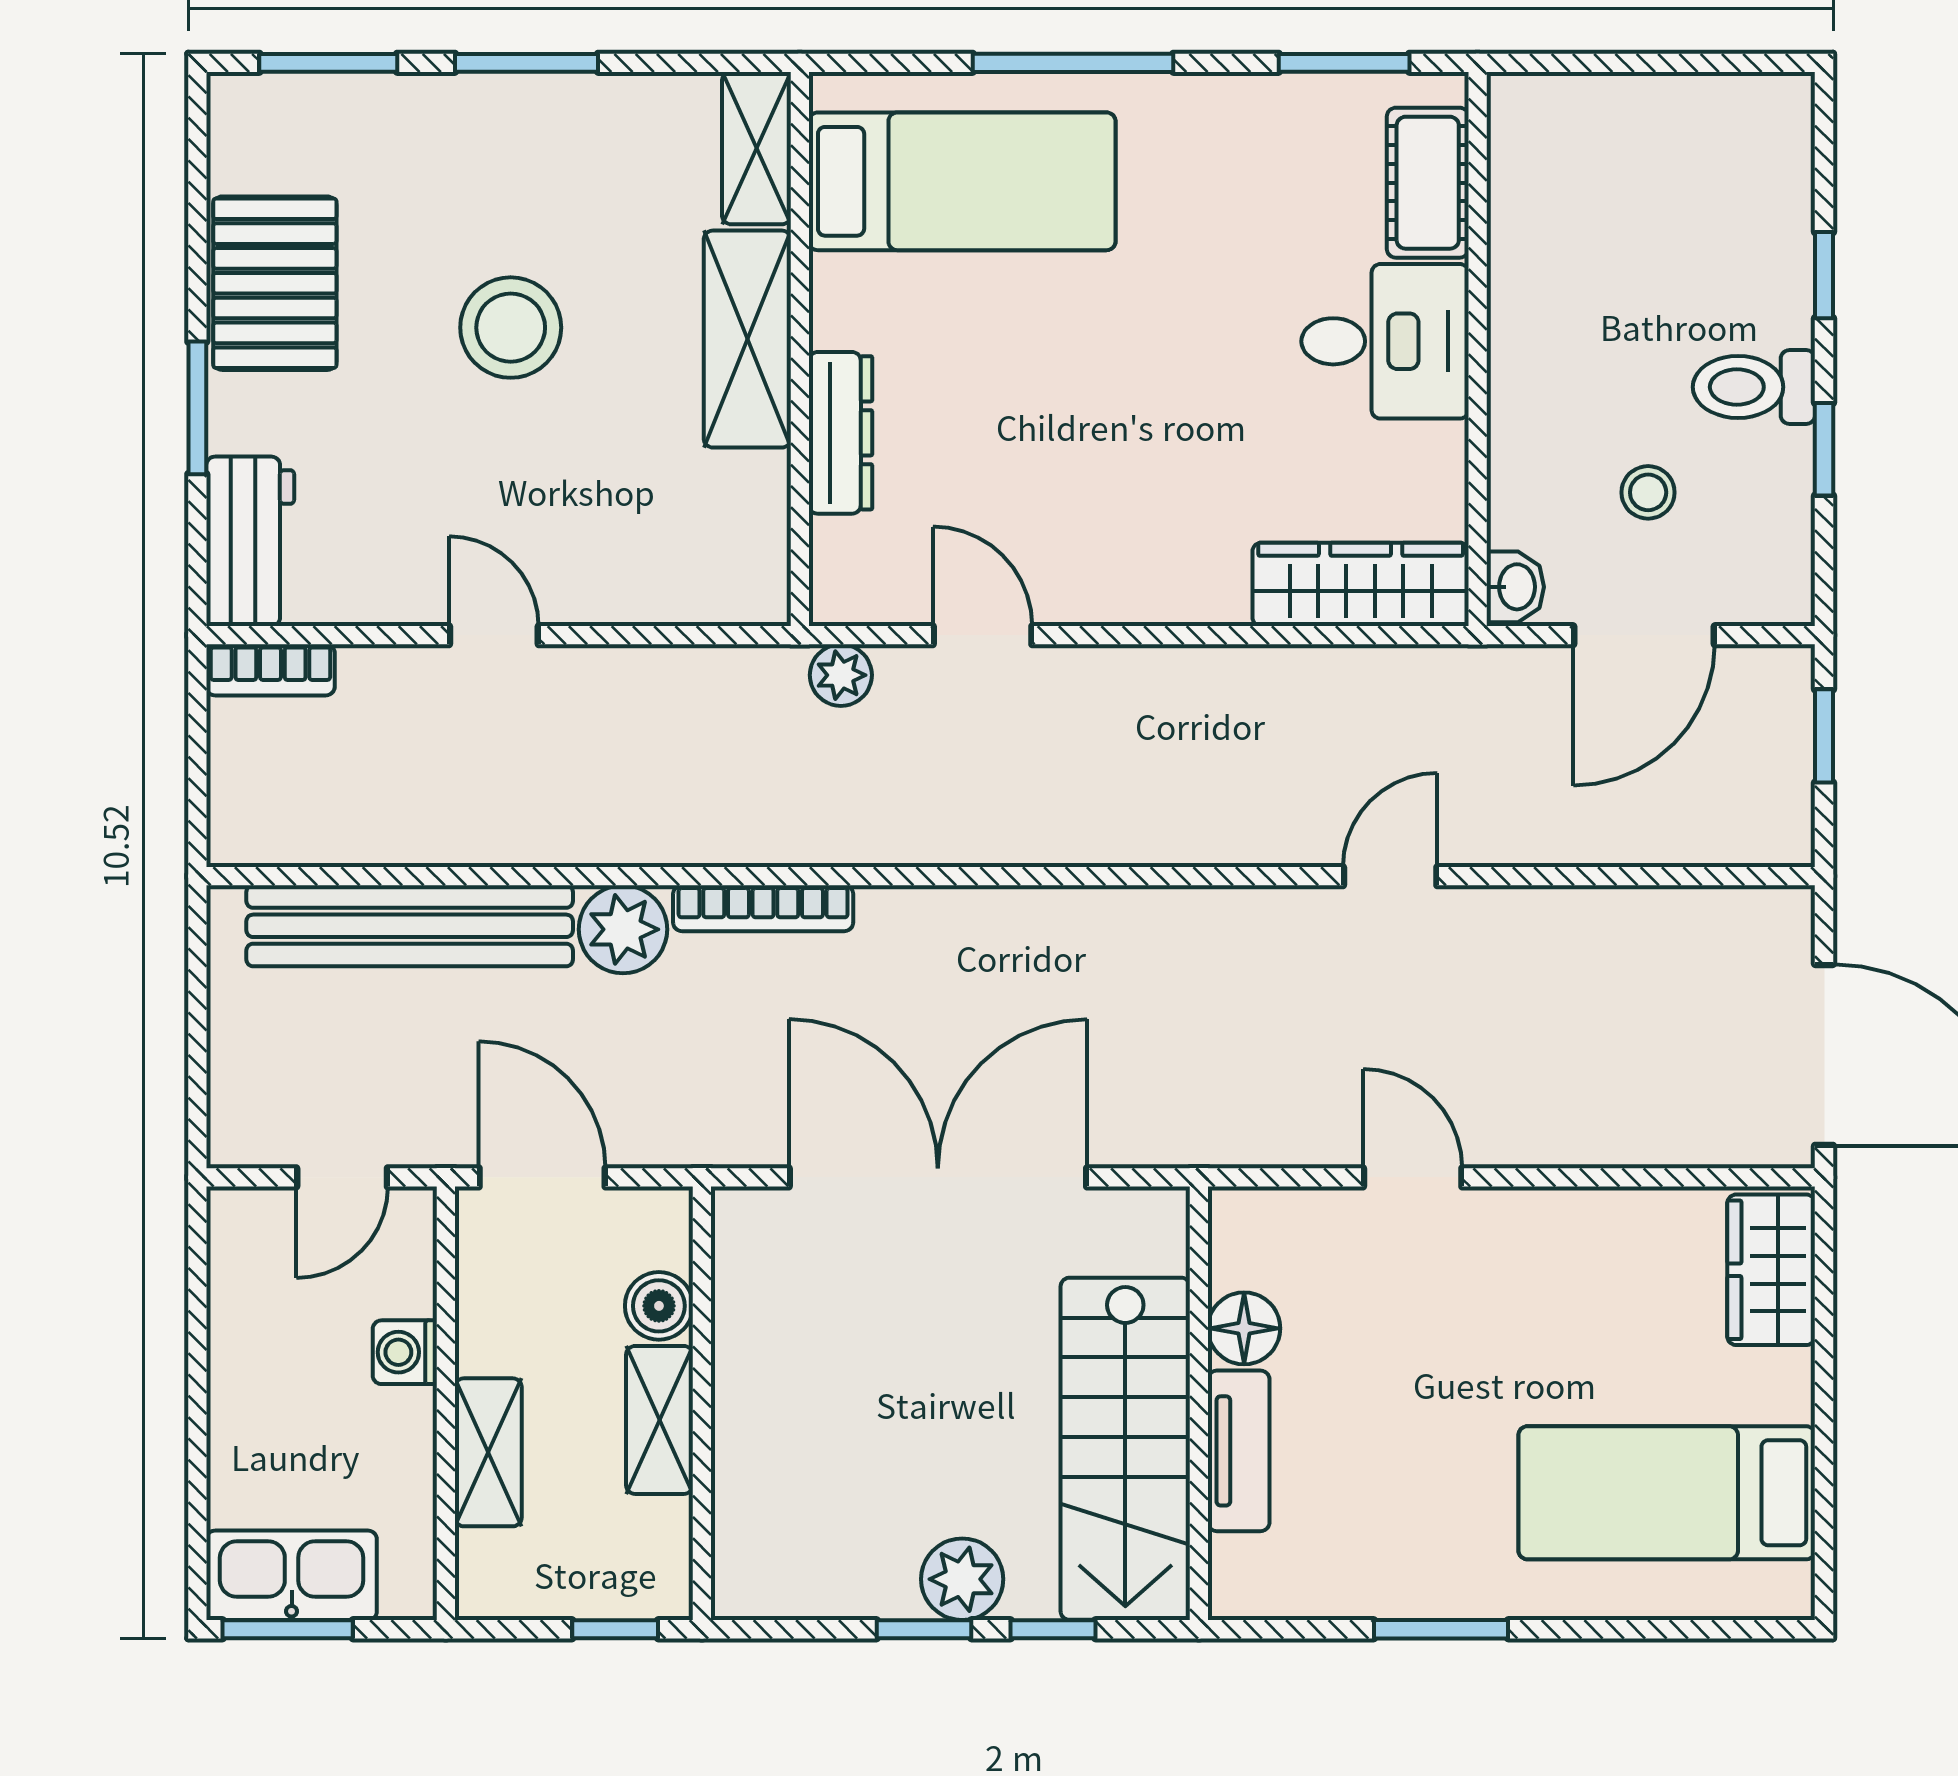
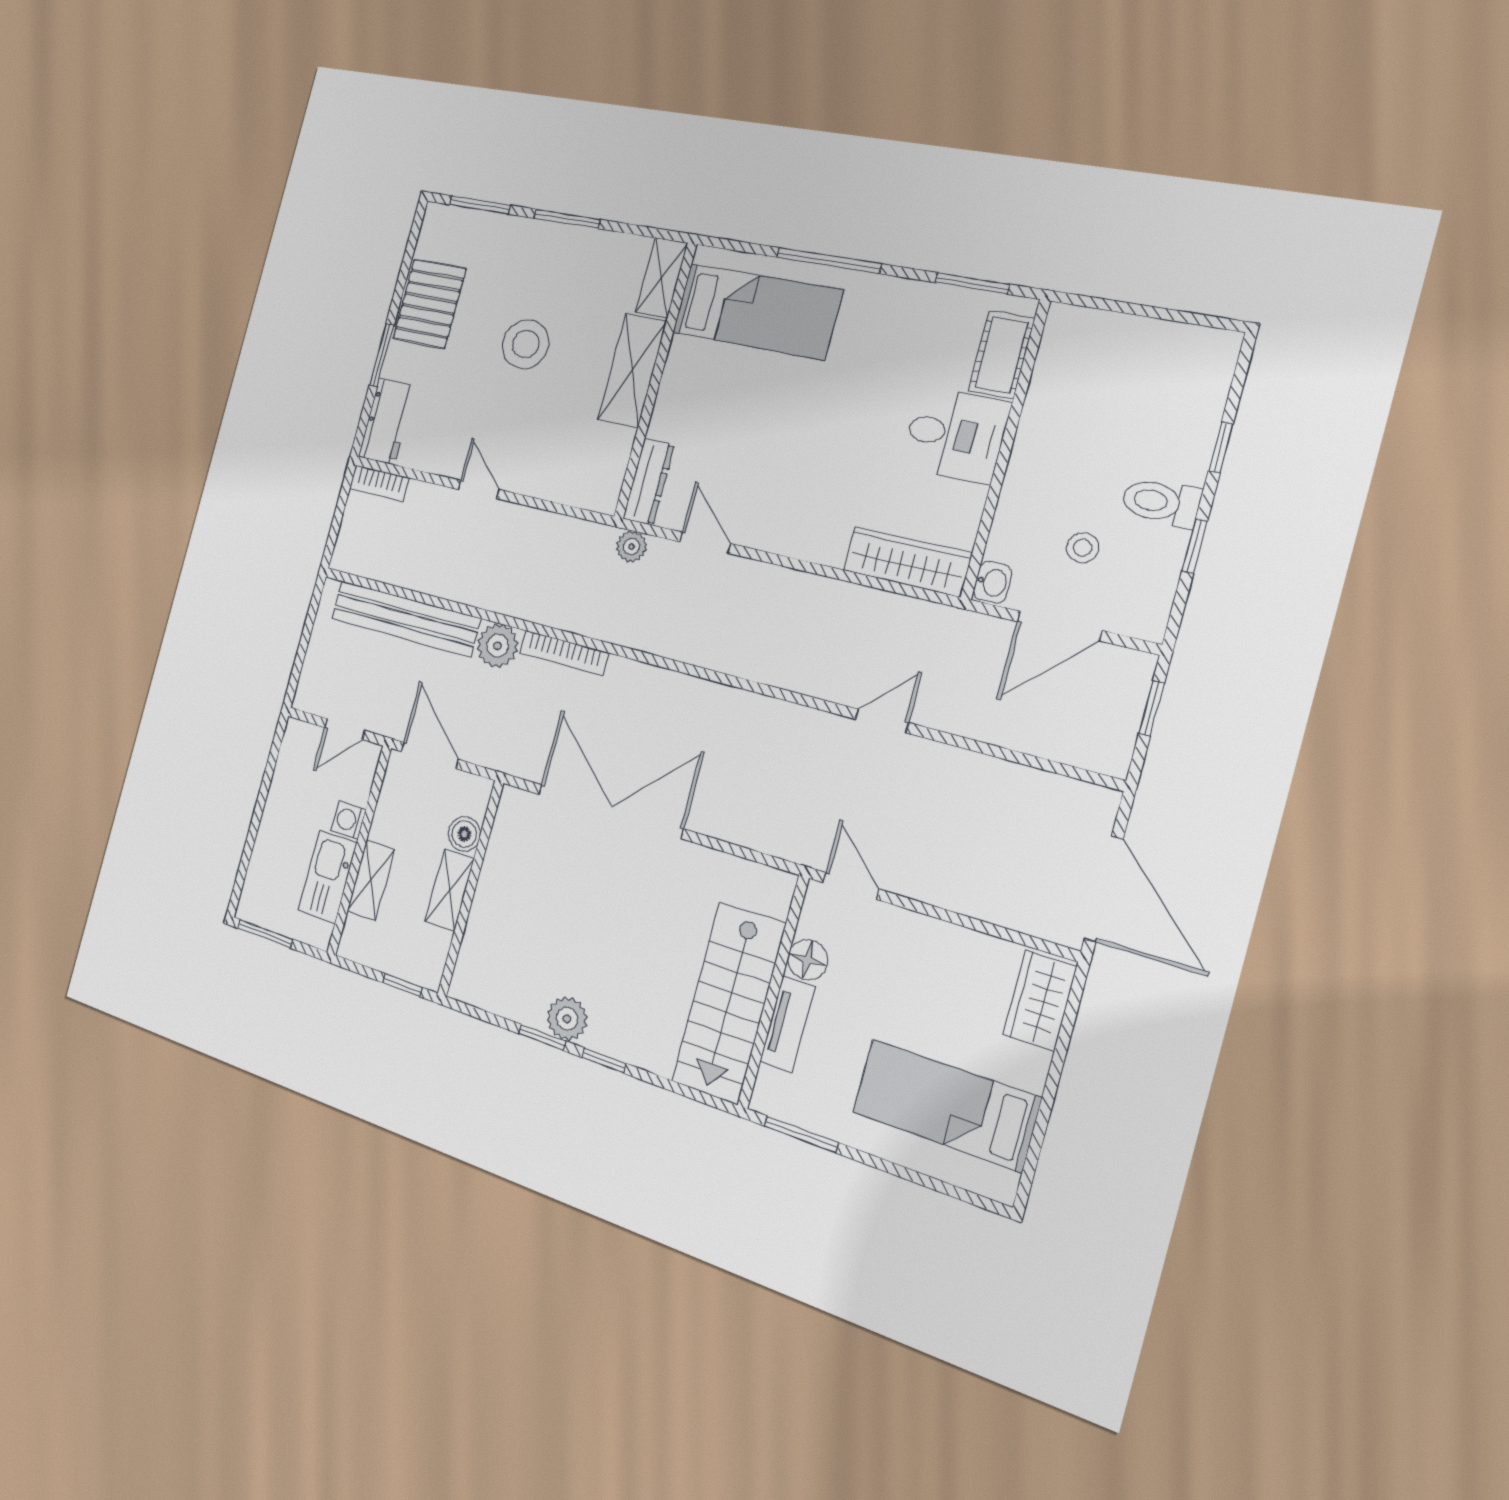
dresser: (841, 433) -> (649, 482), moved
floor lamp: (1244, 1328) -> (808, 960), moved
wall: (1199, 1403) -> (773, 992), moved
stairs: (1125, 1449) -> (729, 1003), moved
tv unit: (1239, 1451) -> (787, 1024), moved
kitchen sink: (292, 1575) -> (327, 877), moved, turned -90

